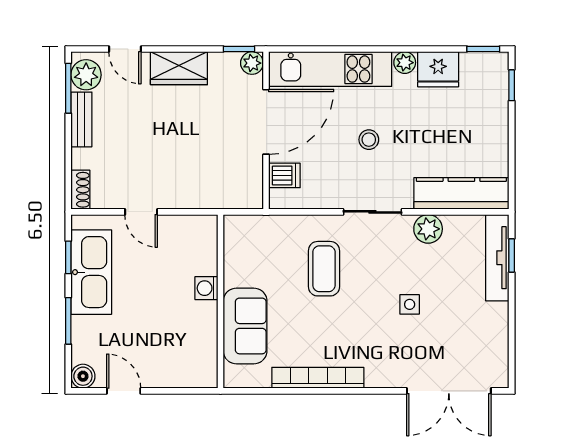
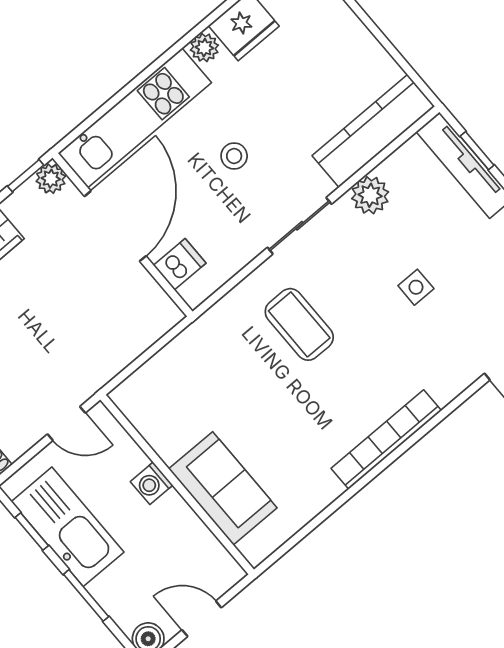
washing machine: (206, 288) -> (152, 483), moved
wall: (221, 301) -> (177, 485), moved
sofa: (245, 326) -> (223, 488), moved

